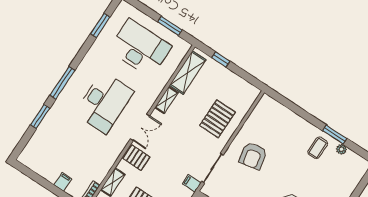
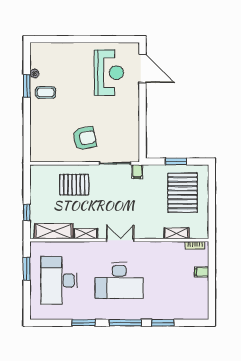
window: (100, 25) -> (84, 323), moved
desk: (104, 102) -> (119, 280), turned 180
pallet: (136, 158) -> (145, 227), removed

